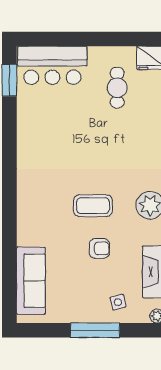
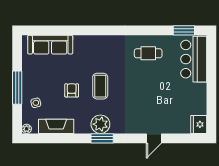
cafe table: (117, 88) -> (148, 53), moved
armchair: (99, 248) -> (72, 90), turned 180

